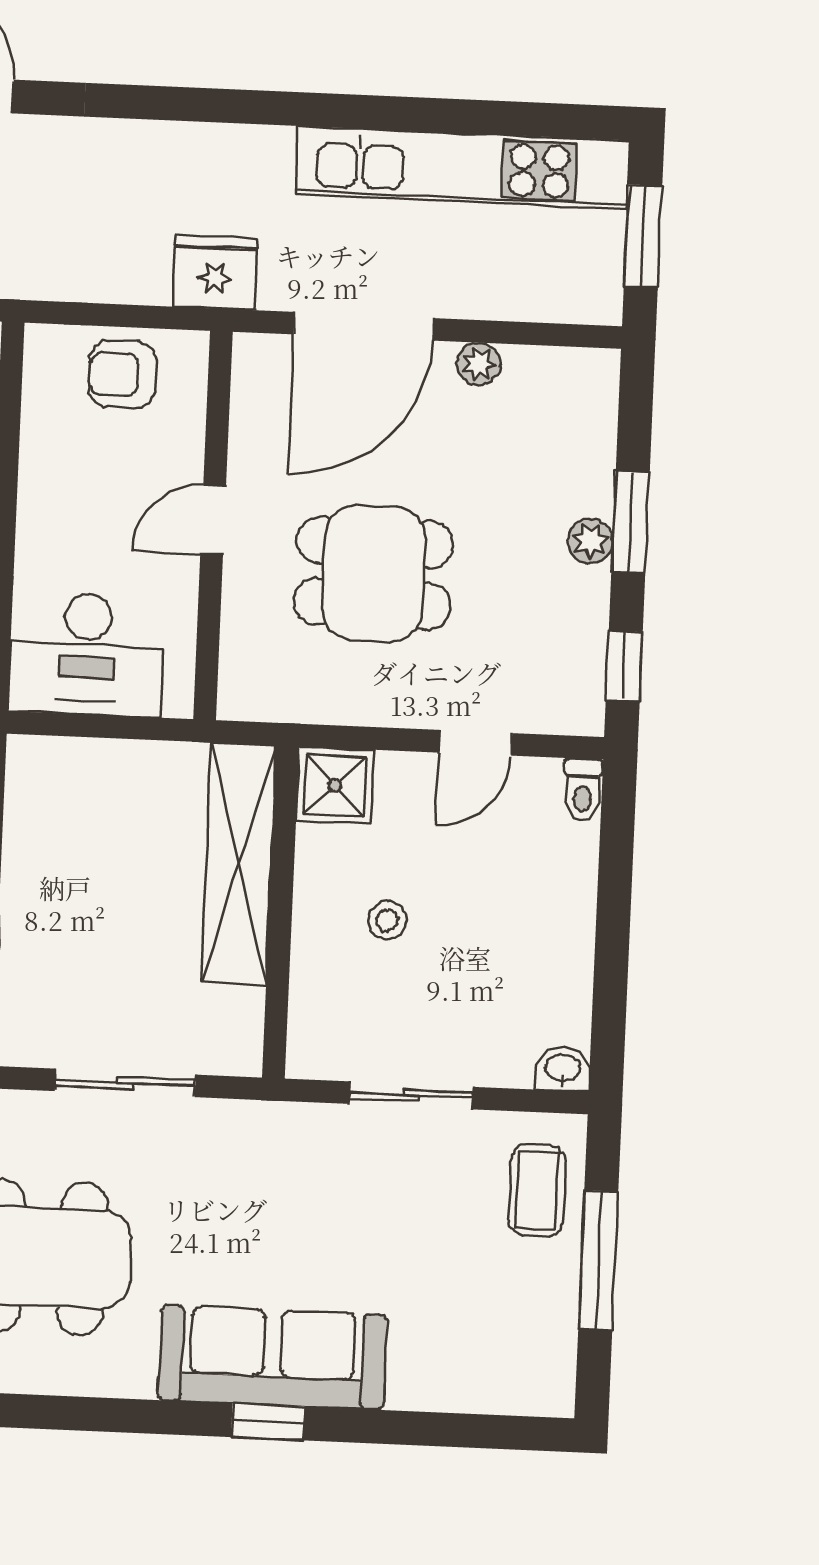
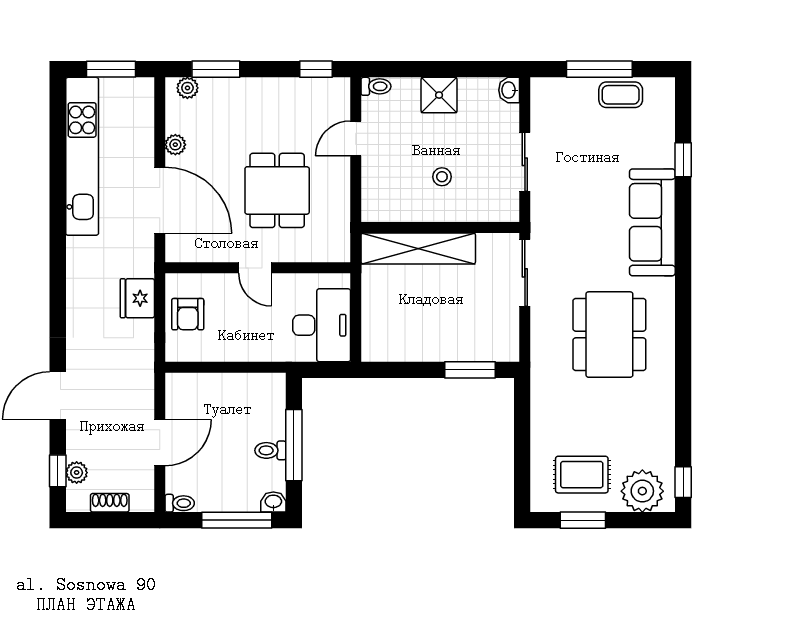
fridge: (215, 273) -> (137, 298), moved
window: (630, 522) -> (216, 69), moved
plant: (590, 541) -> (187, 88), moved
door: (475, 743) -> (356, 138), swing flipped
shower: (335, 785) -> (439, 95), moved
sliding door: (125, 1083) -> (525, 273), moved
coffee table: (537, 1190) -> (621, 95), moved
window: (268, 1422) -> (683, 160), moved

